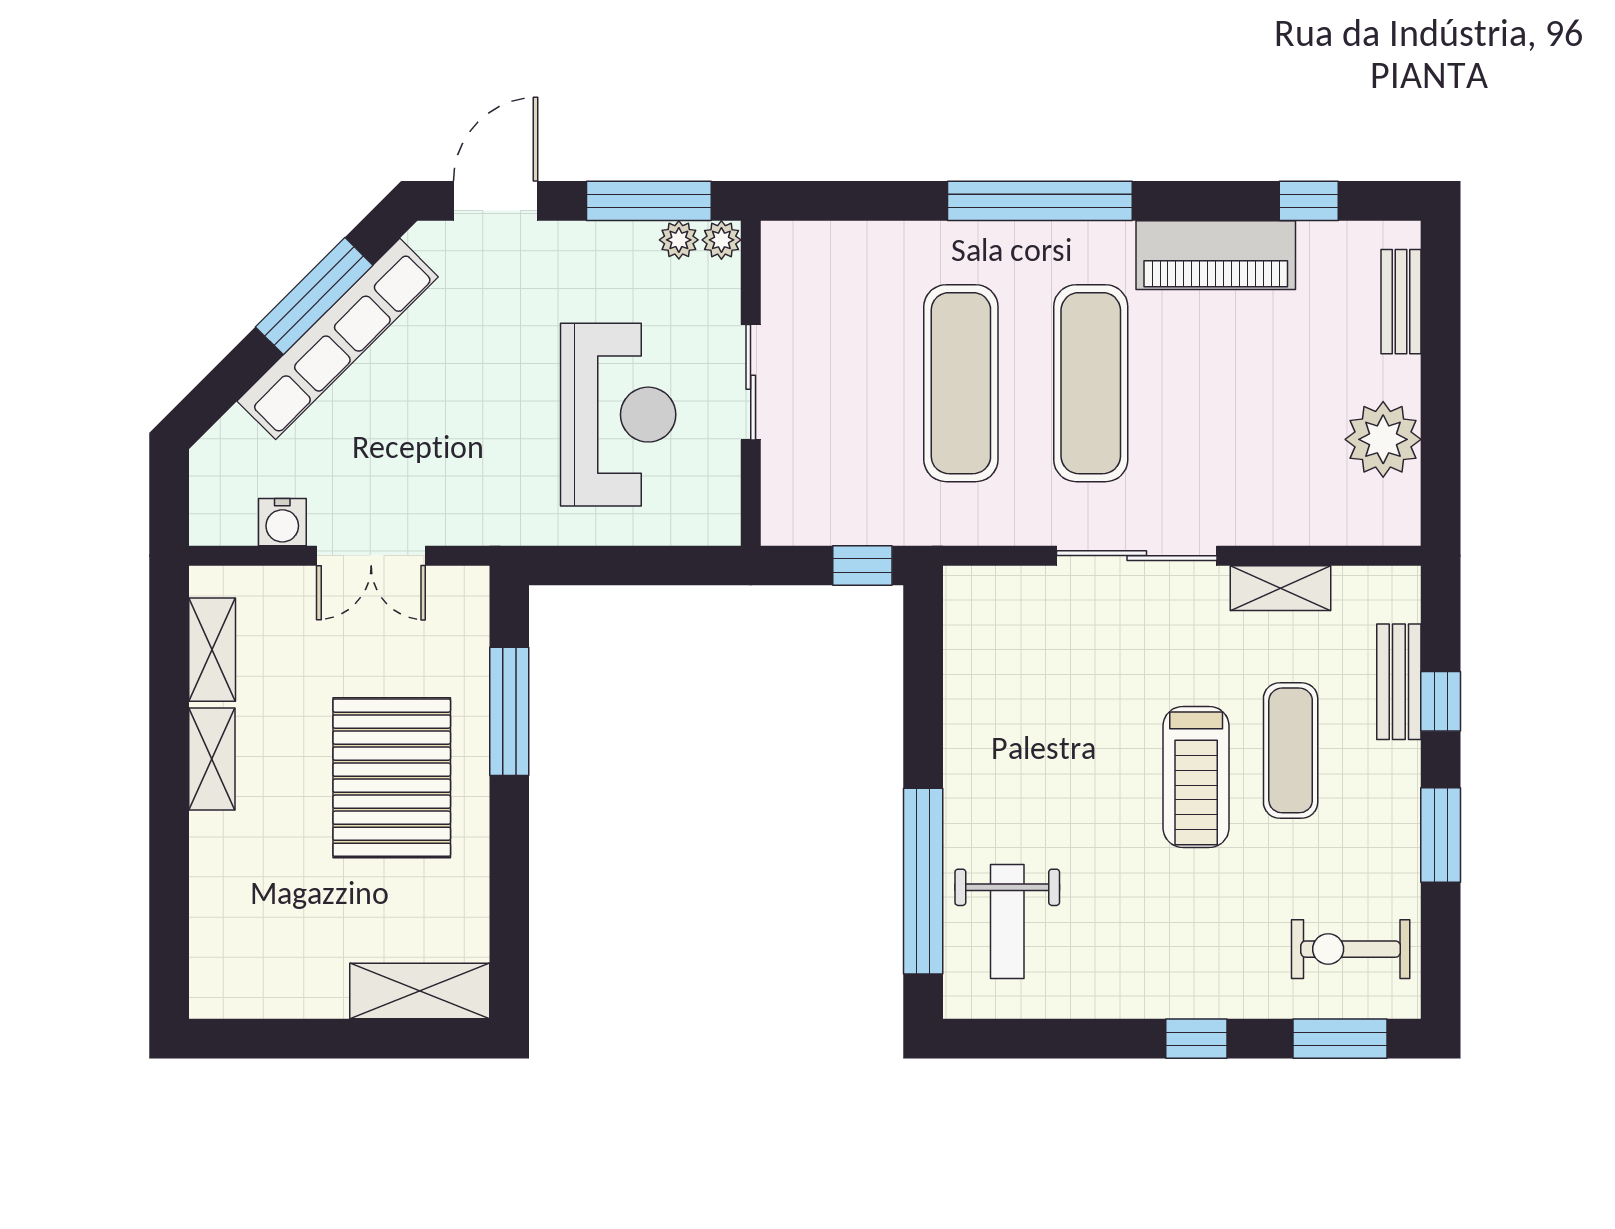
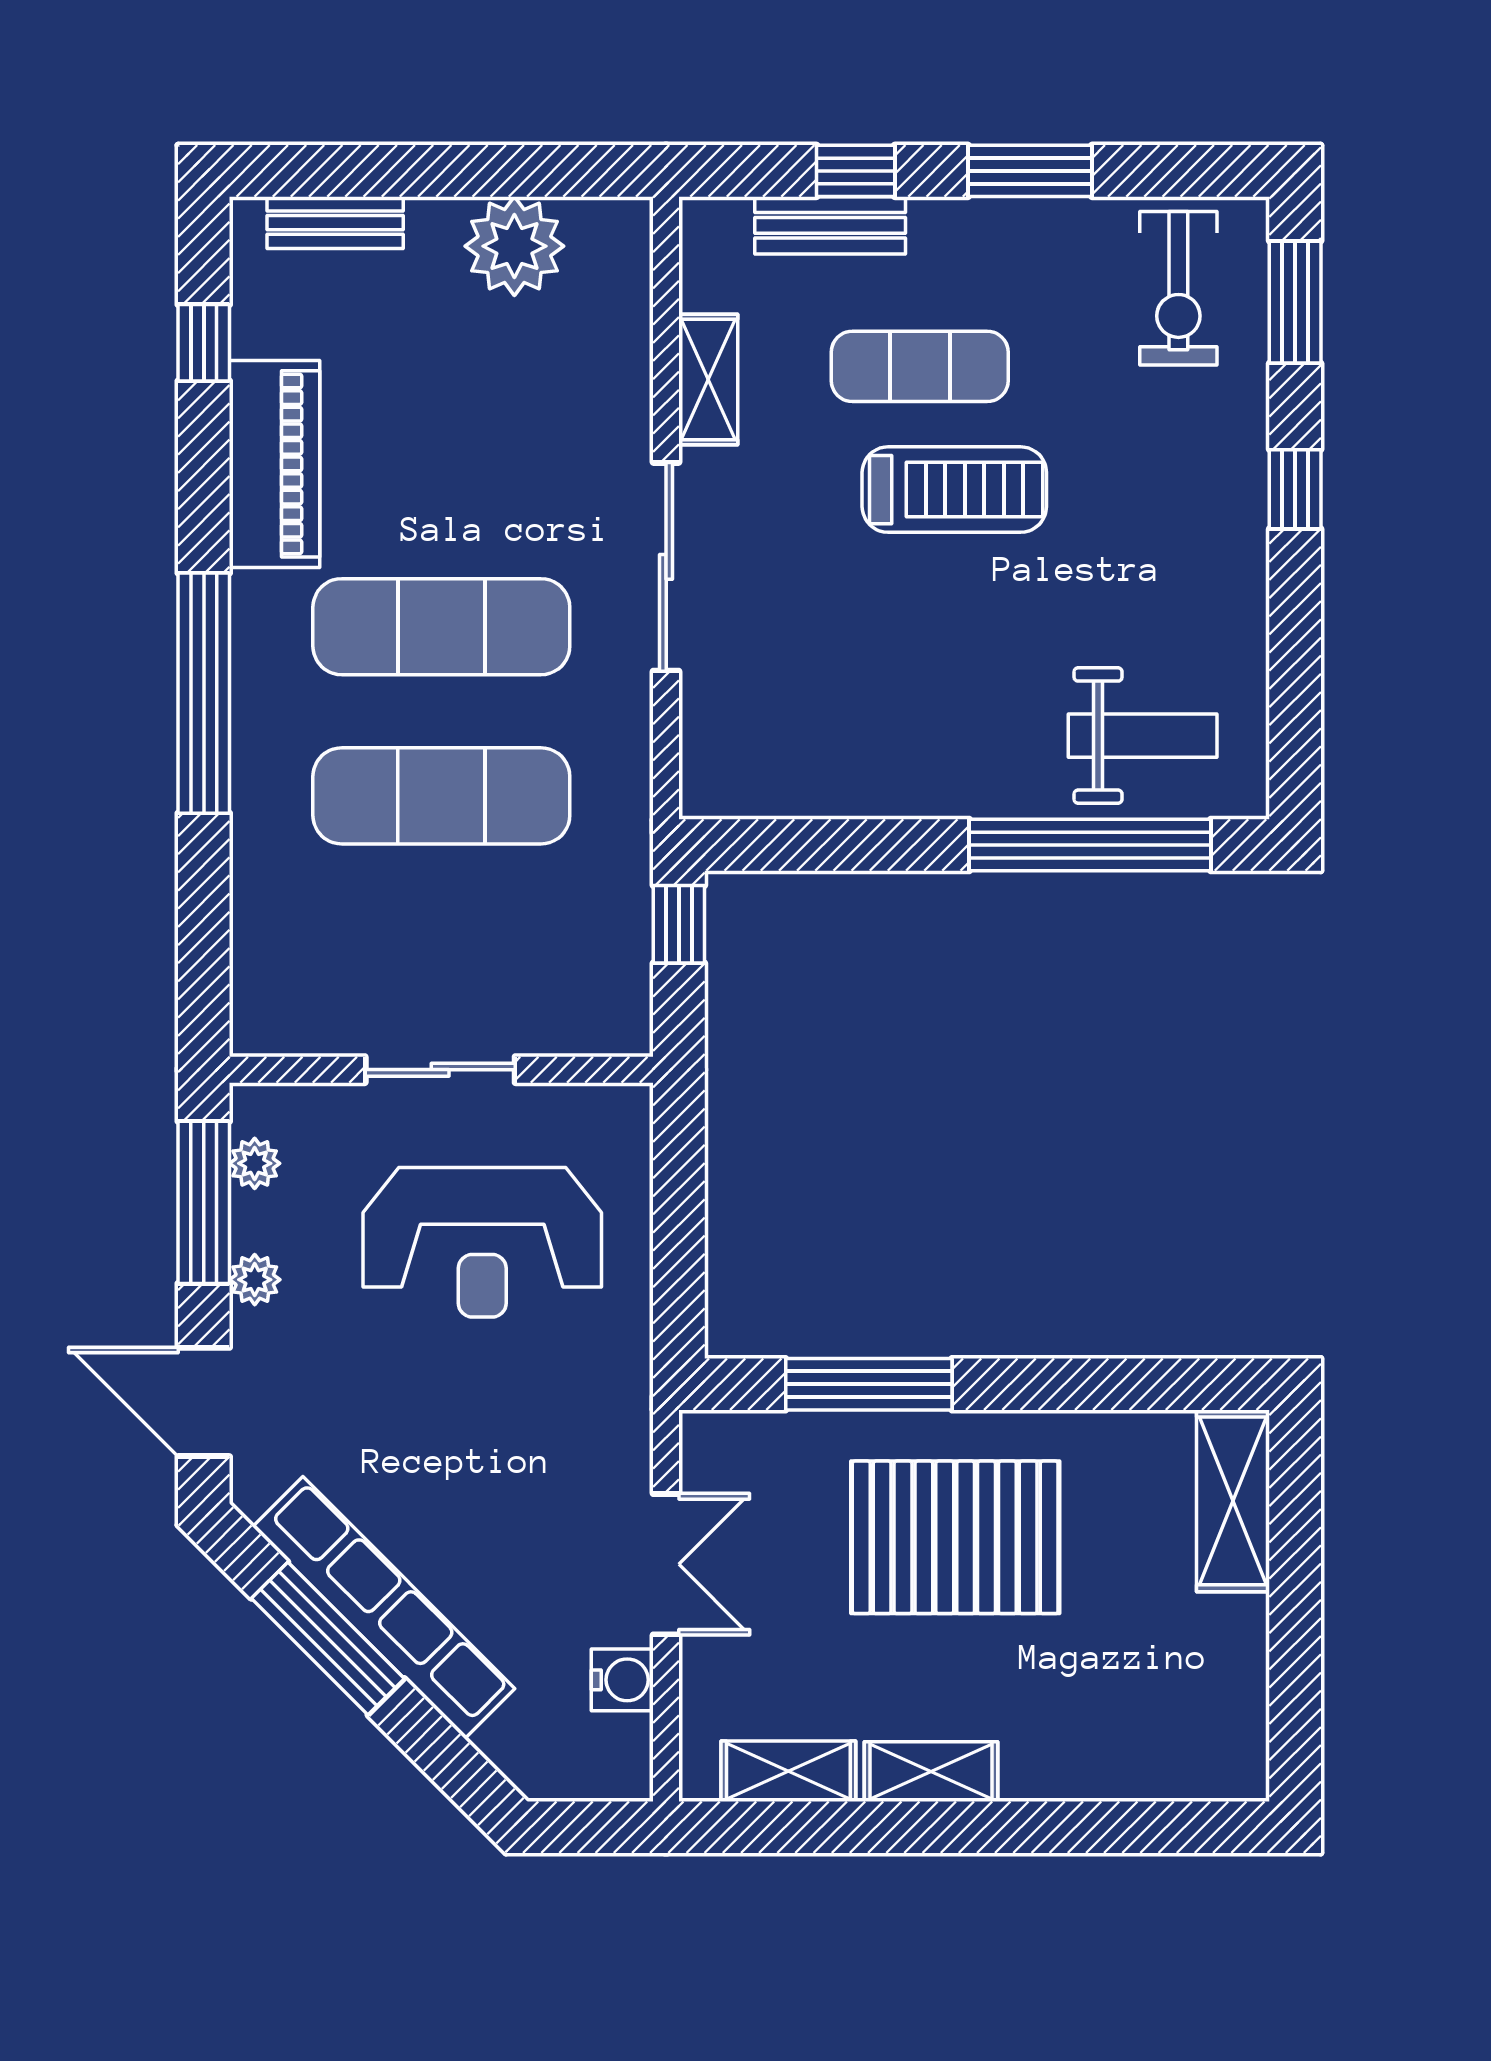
plant: (721, 240) -> (255, 1280), moved
reception desk: (618, 415) -> (482, 1242), turned 180

